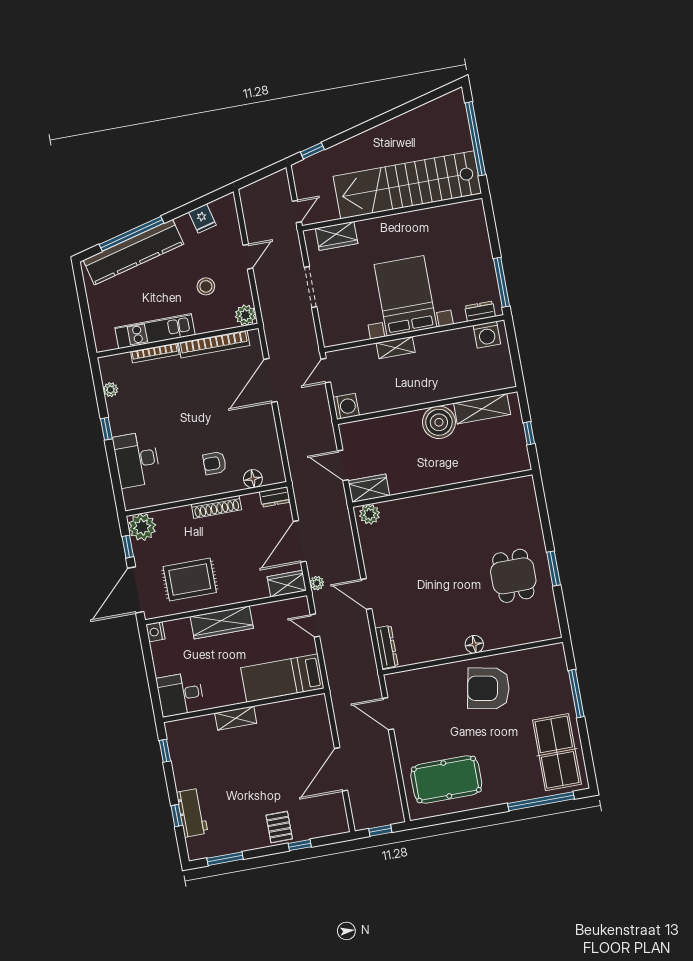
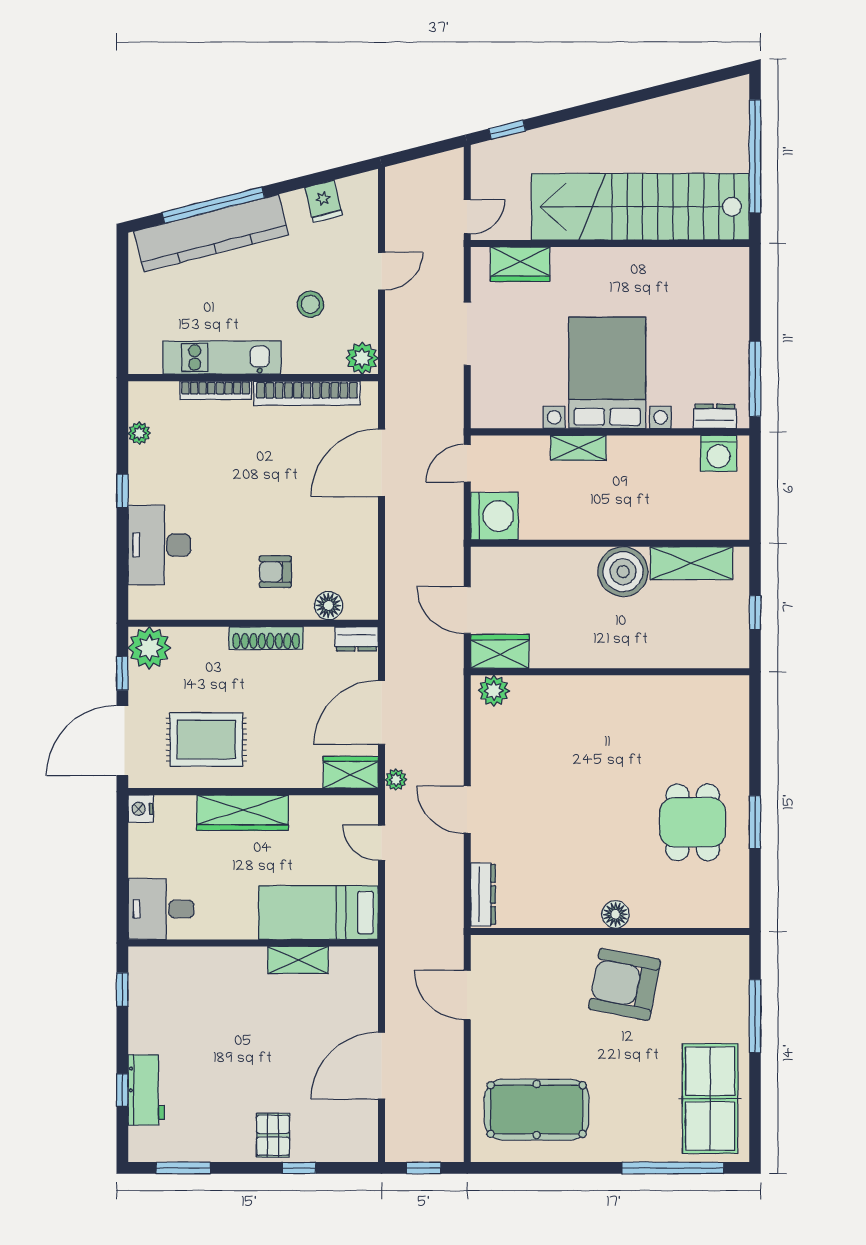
washing machine: (346, 406) -> (494, 516), width x1.37, depth x1.37
shelving: (236, 718) -> (298, 960), moved

